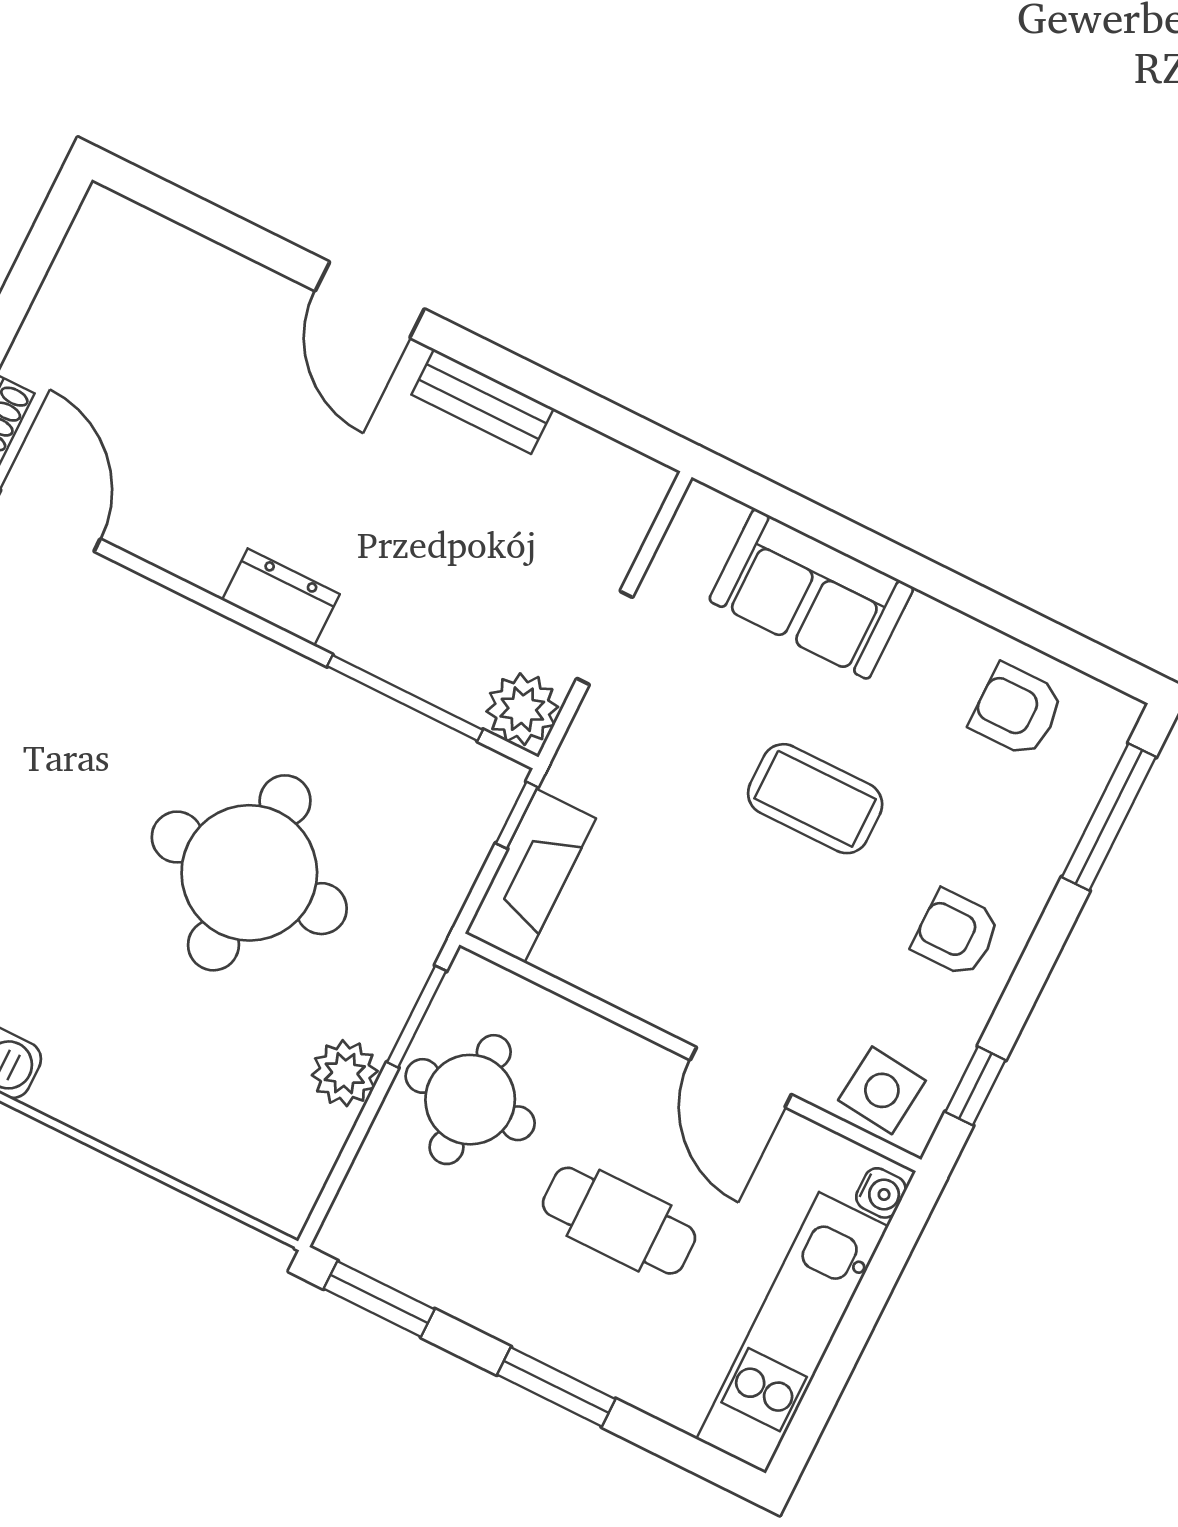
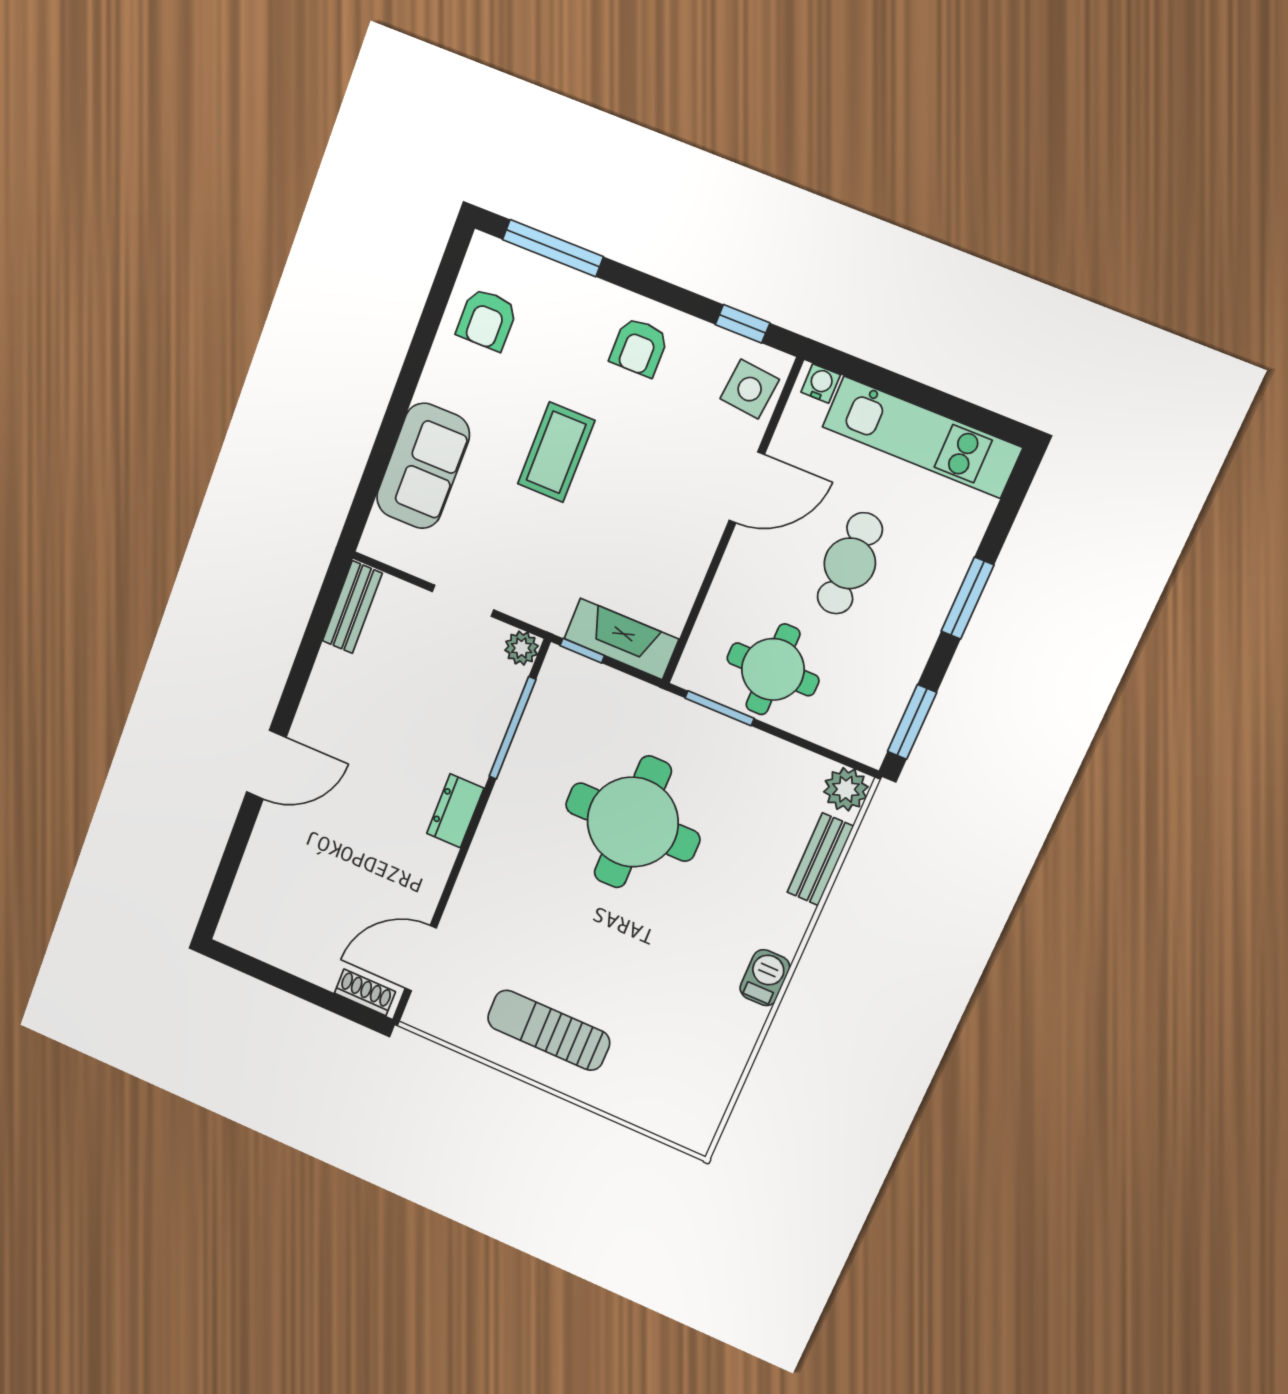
bench: (483, 402) -> (352, 607), moved
plant: (522, 709) -> (522, 648), width x0.73, depth x0.73
plant: (345, 1073) -> (846, 789), moved
bench: (178, 1153) -> (820, 859), added

